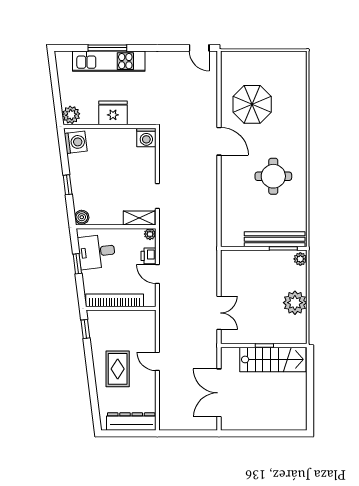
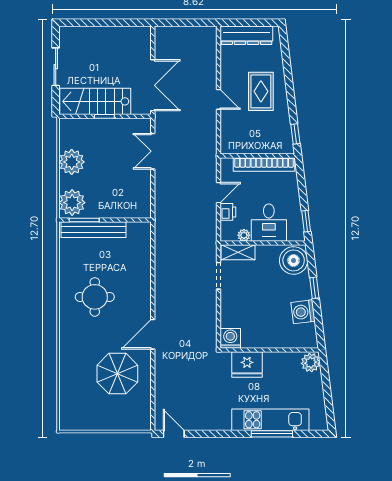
fridge: (113, 113) -> (247, 364), moved
door: (219, 141) -> (153, 334), hinge flipped
washing machine: (76, 142) -> (303, 312), moved
boiler: (82, 217) -> (294, 260), width x1.86, depth x1.86
plant: (150, 234) -> (244, 235), moved
desk: (97, 252) -> (269, 223), moved, turned 97
plant: (300, 259) -> (72, 203), width x1.88, depth x1.88
window: (77, 264) -> (306, 221), moved
door: (157, 274) -> (219, 193), hinge flipped
sliding door: (310, 392) -> (56, 67), added
double door: (219, 393) -> (153, 85), moved

